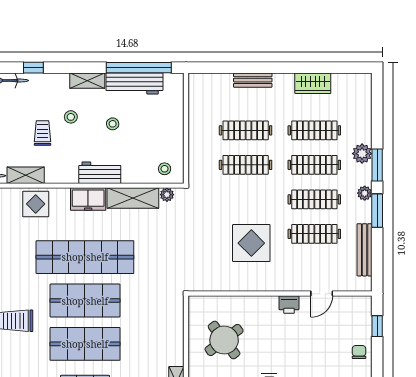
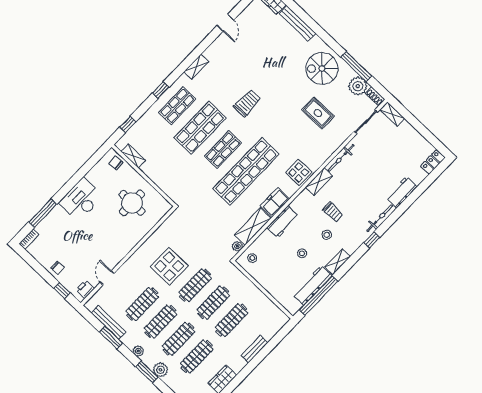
clothes rail: (246, 199) -> (195, 285), added
window: (377, 211) -> (111, 337), moved
shop shelf: (85, 301) -> (223, 150), width x0.70, depth x0.74
printer: (289, 305) -> (85, 289), moved
round table: (224, 340) -> (132, 203), turned 37

